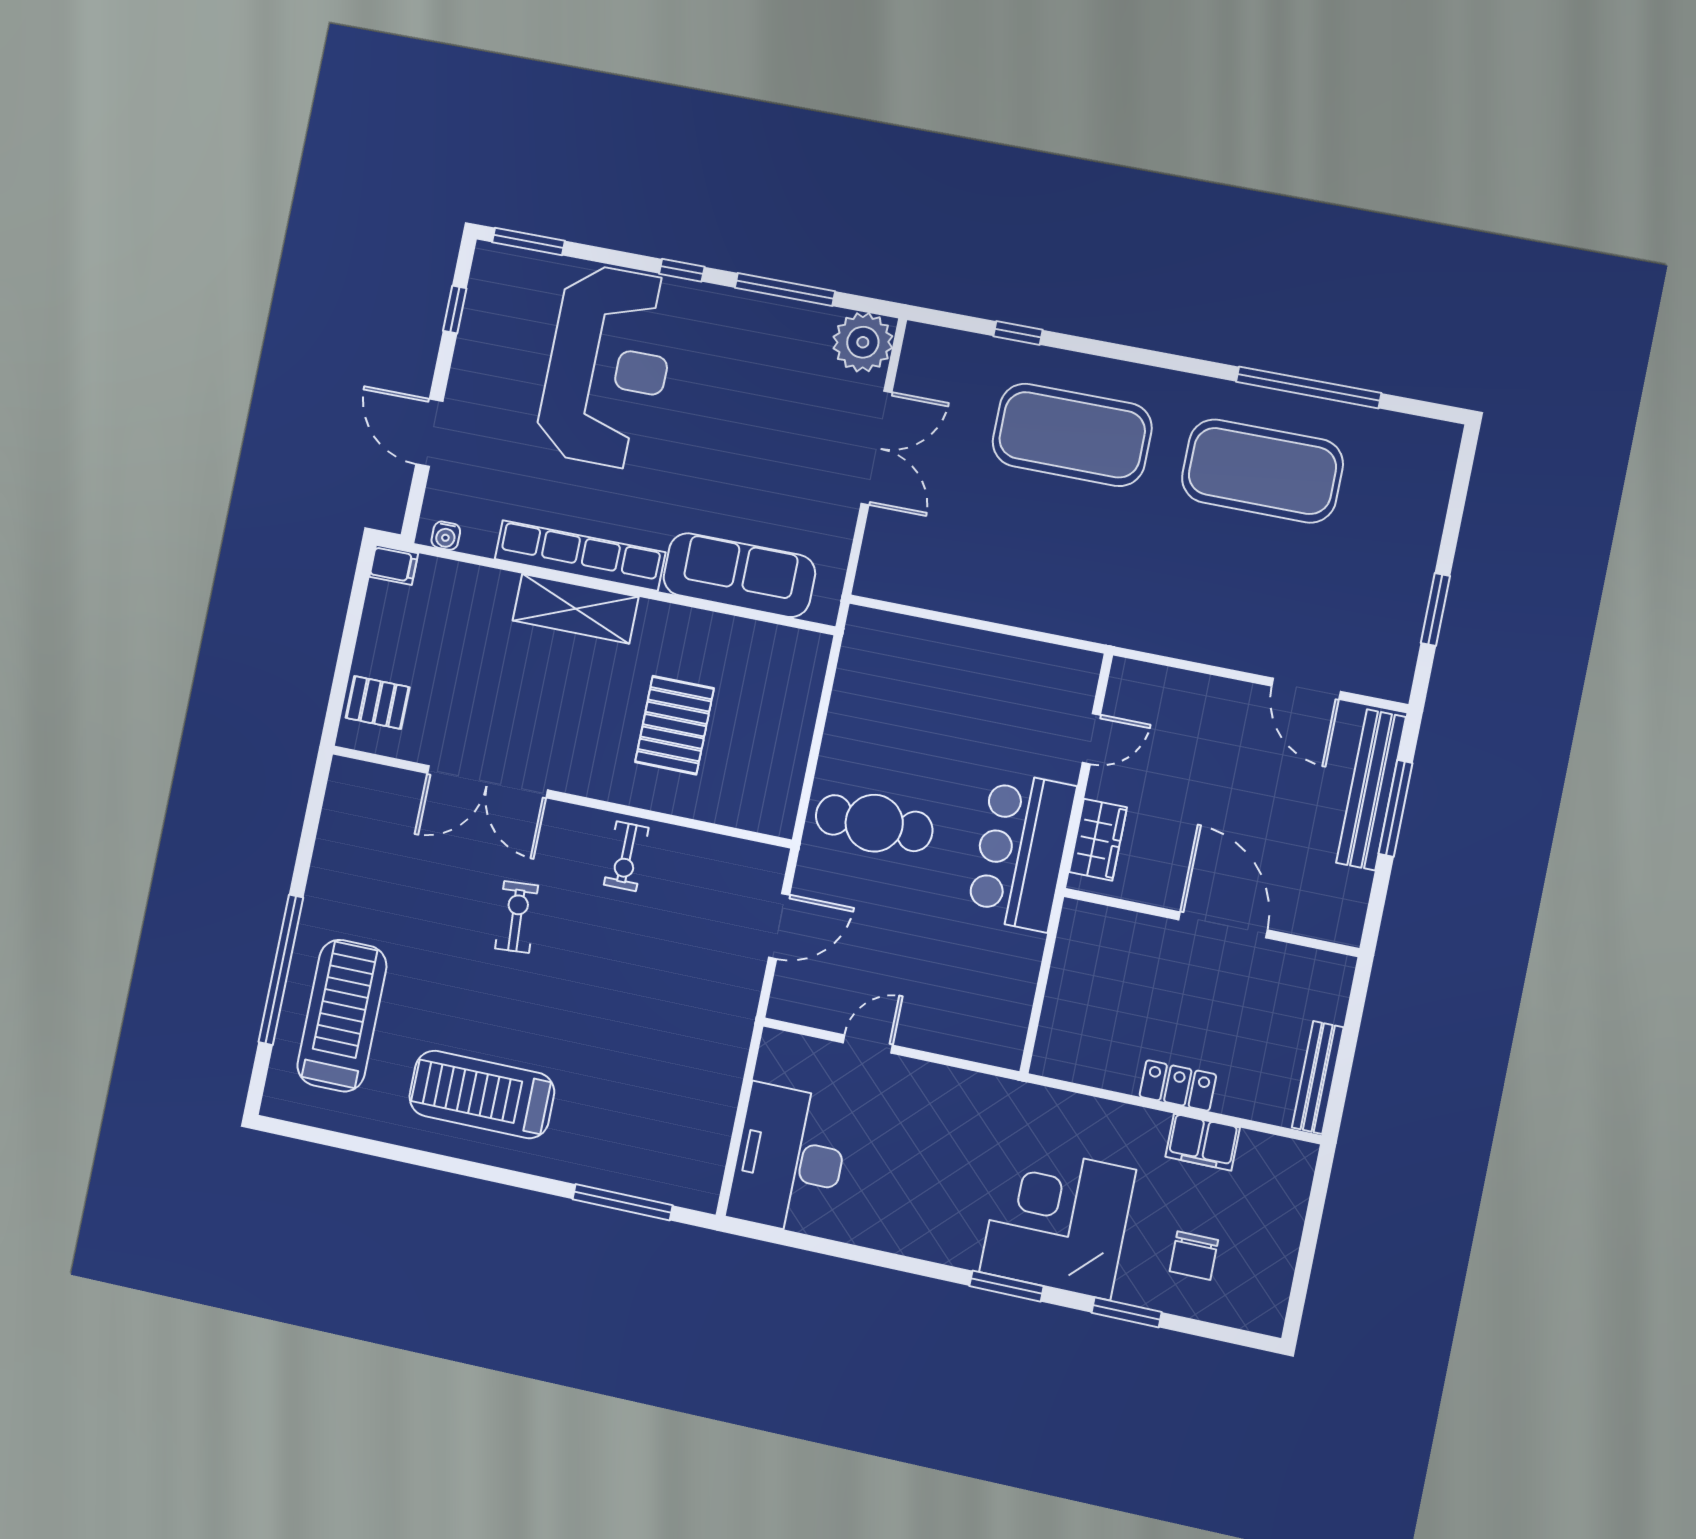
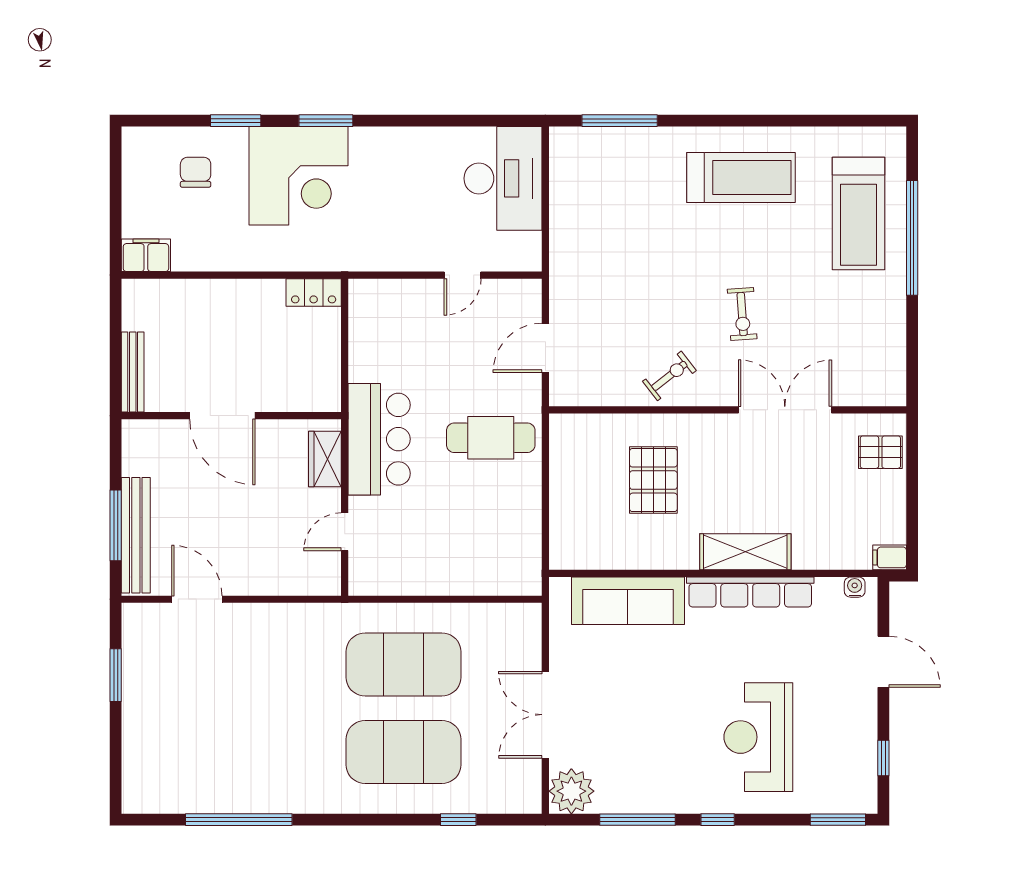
reception desk: (608, 367) -> (758, 737), width x0.74, depth x0.77
exercise mat: (1262, 471) -> (403, 664), moved
exercise bike: (626, 856) -> (669, 376), turned 52
bench: (1318, 1077) -> (133, 372), moved
locker: (1178, 1086) -> (314, 292), moved
filing cabinet: (1203, 1142) -> (146, 255), moved

